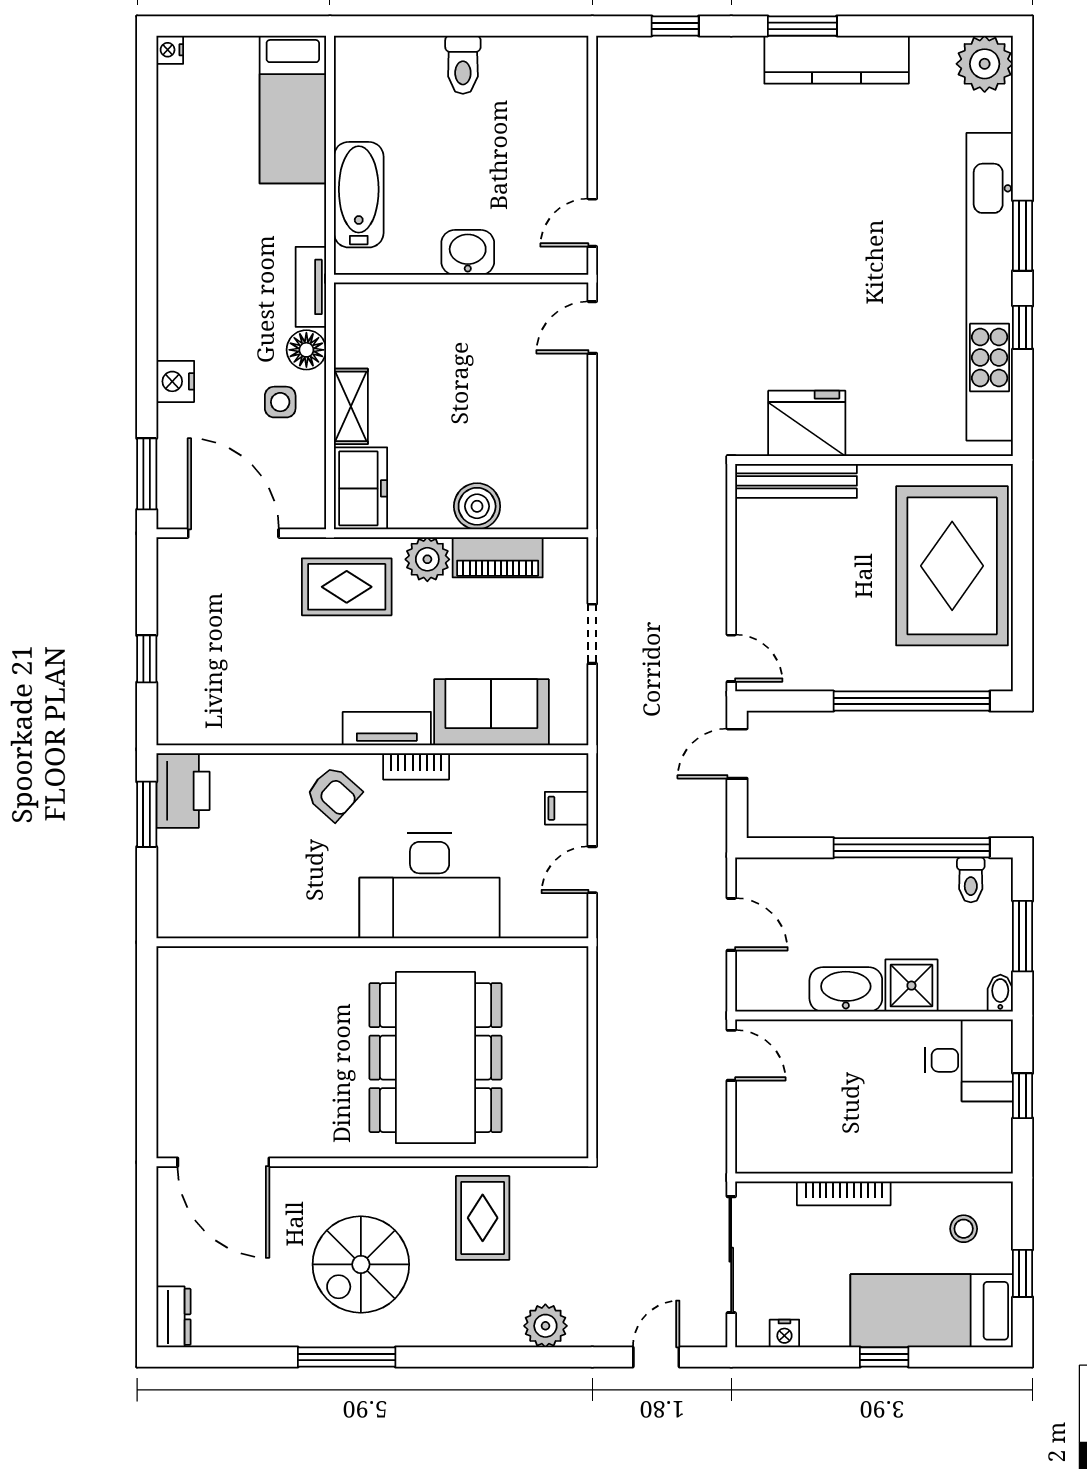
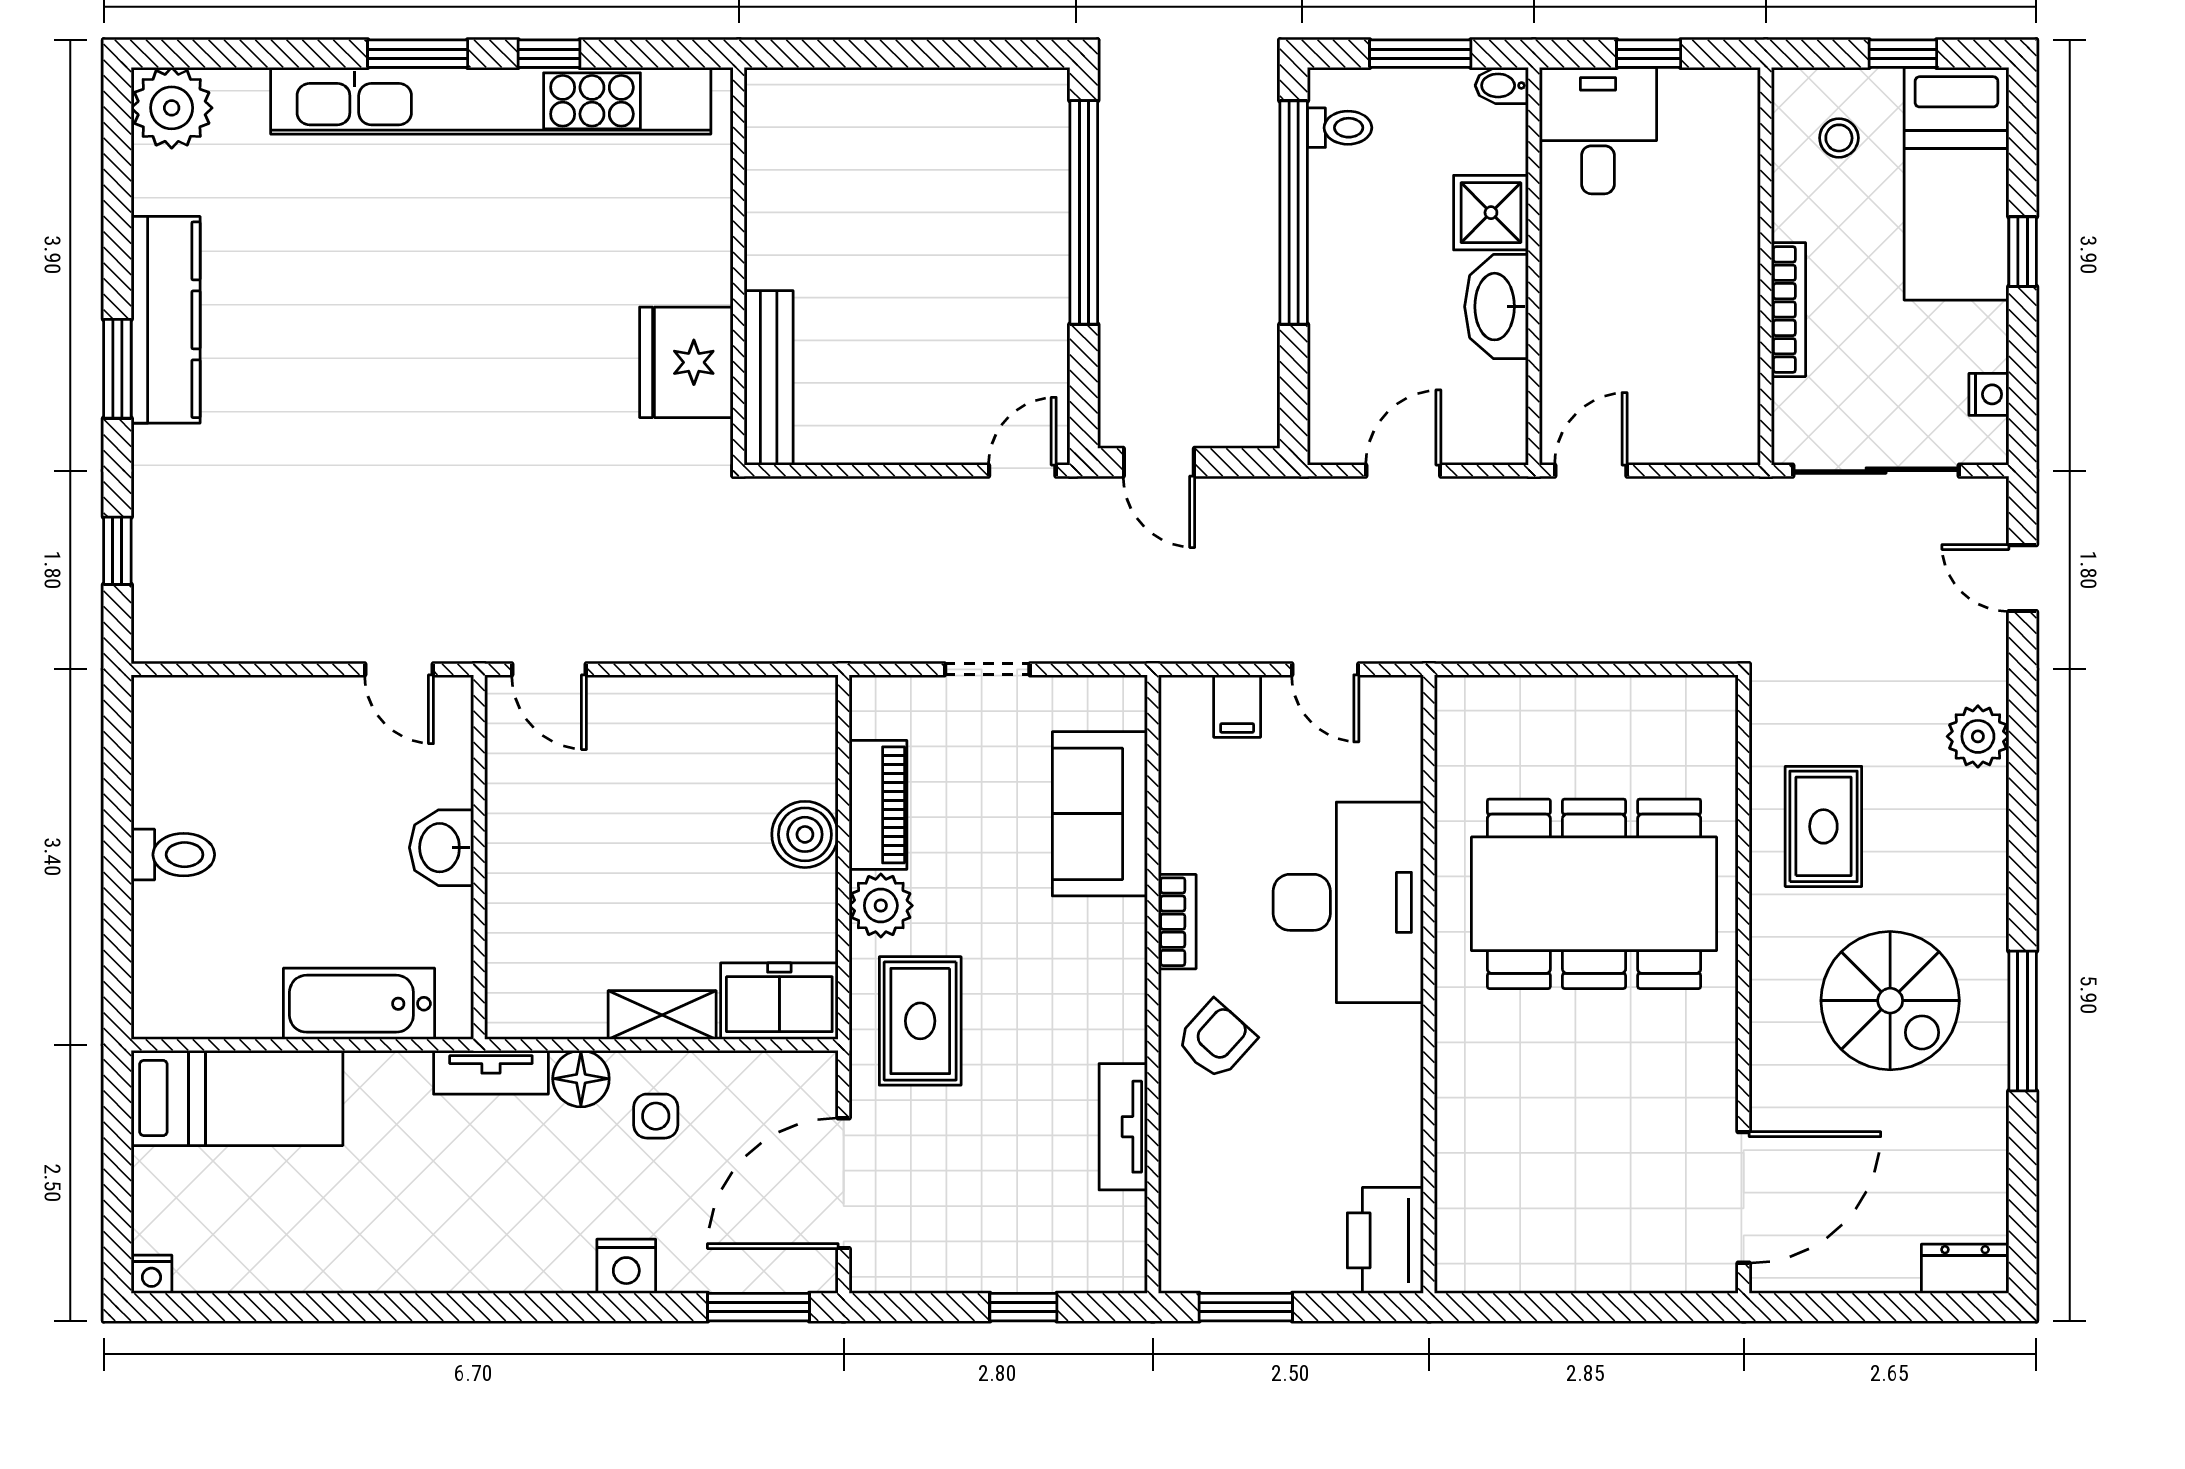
rug: (952, 566) -> (890, 155), removed
tv unit: (387, 729) -> (1123, 1127), moved
printer: (183, 791) -> (1385, 1240), moved, turned -90
rug: (483, 1218) -> (1823, 826), turned 90

